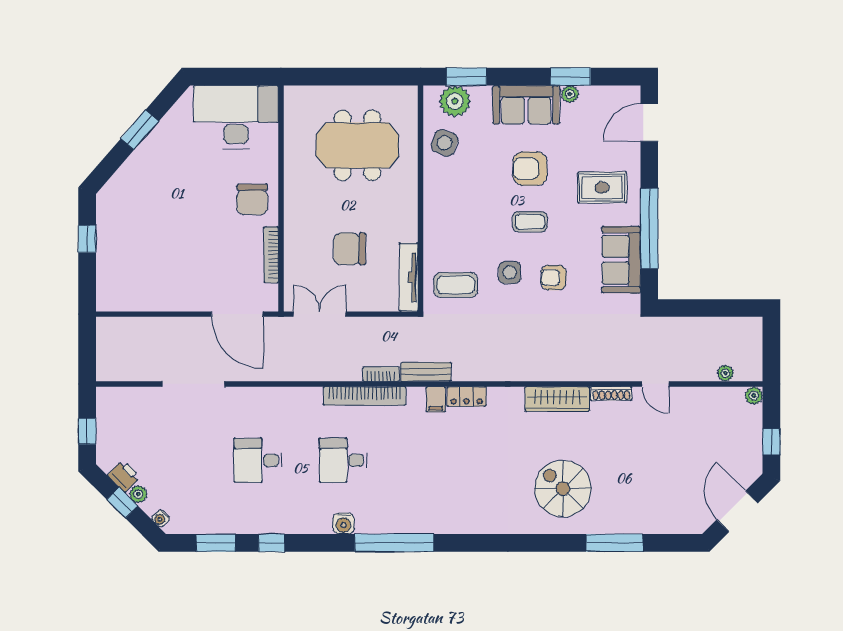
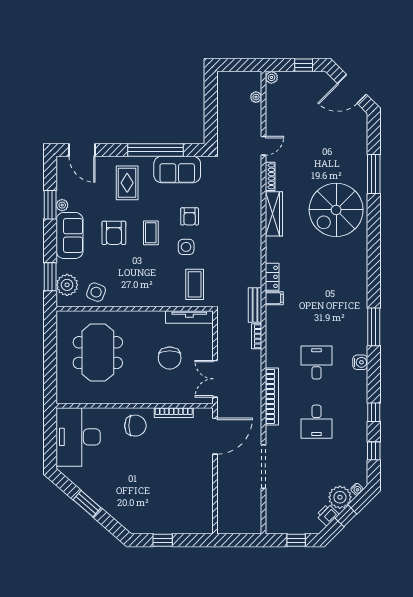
bookcase: (365, 396) -> (272, 396), moved
desk: (343, 460) -> (316, 363), turned 180
spiral stairs: (563, 489) -> (336, 210), width x1.37, depth x1.37
plant: (138, 494) -> (340, 497), width x1.87, depth x1.87
window: (216, 543) -> (374, 451), width x0.67
window: (394, 543) -> (374, 327), width x0.68

